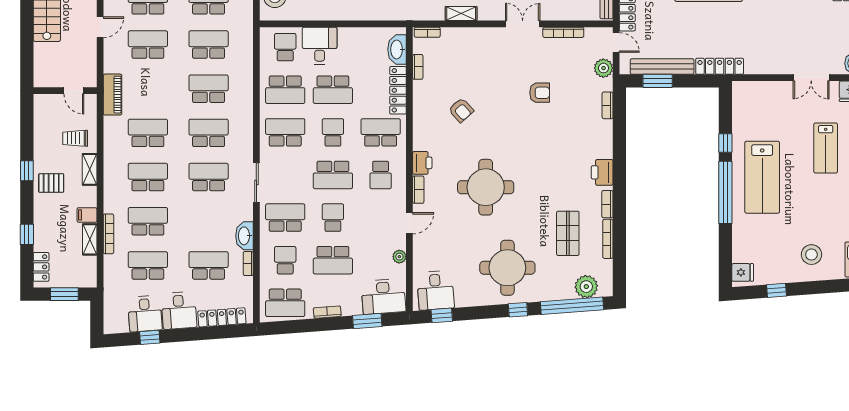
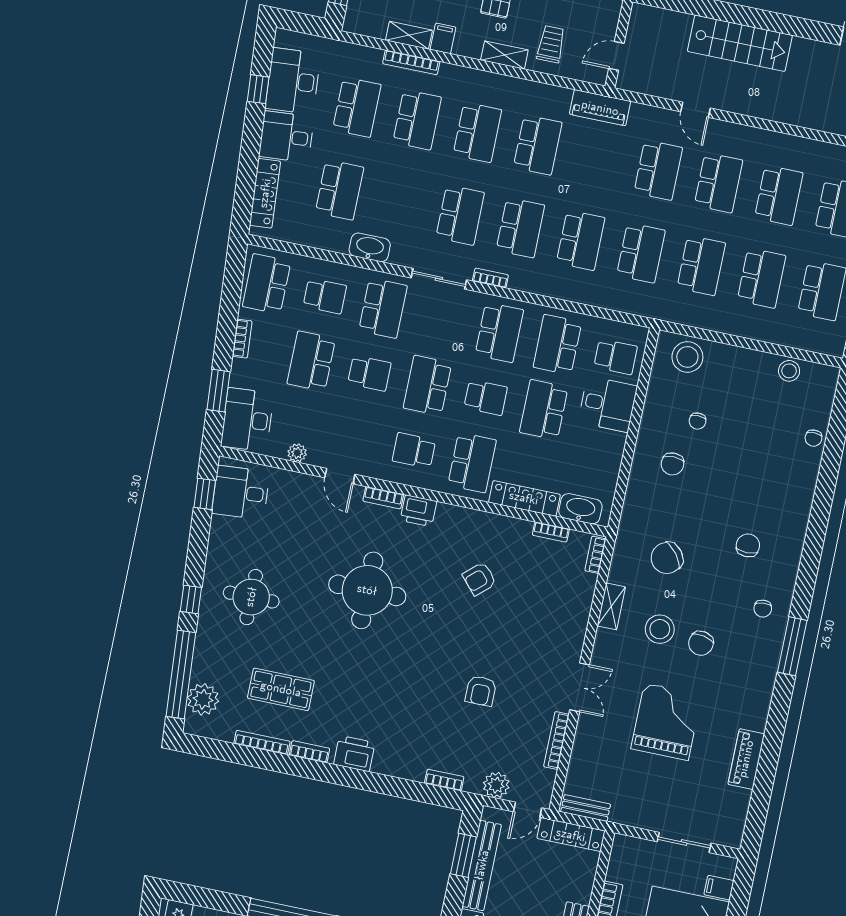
bookcase: (248, 263) -> (490, 278), moved
round table: (507, 268) -> (251, 597), width x0.73, depth x0.73
desk: (145, 314) -> (293, 81), width x1.37

